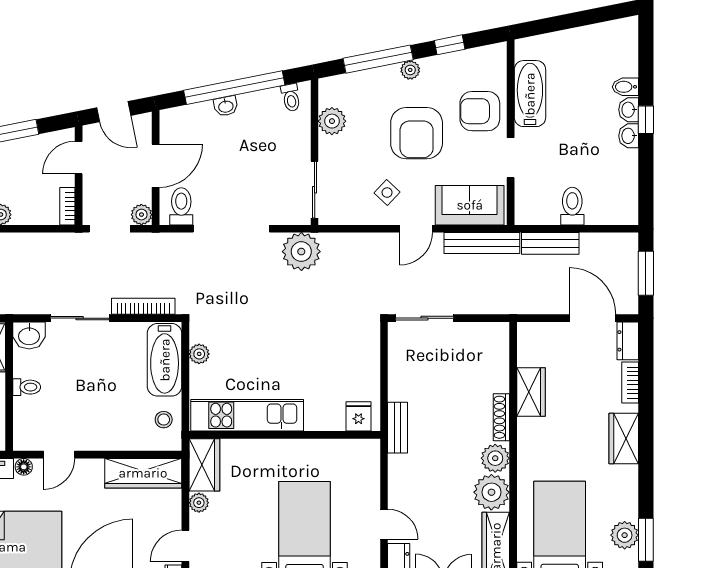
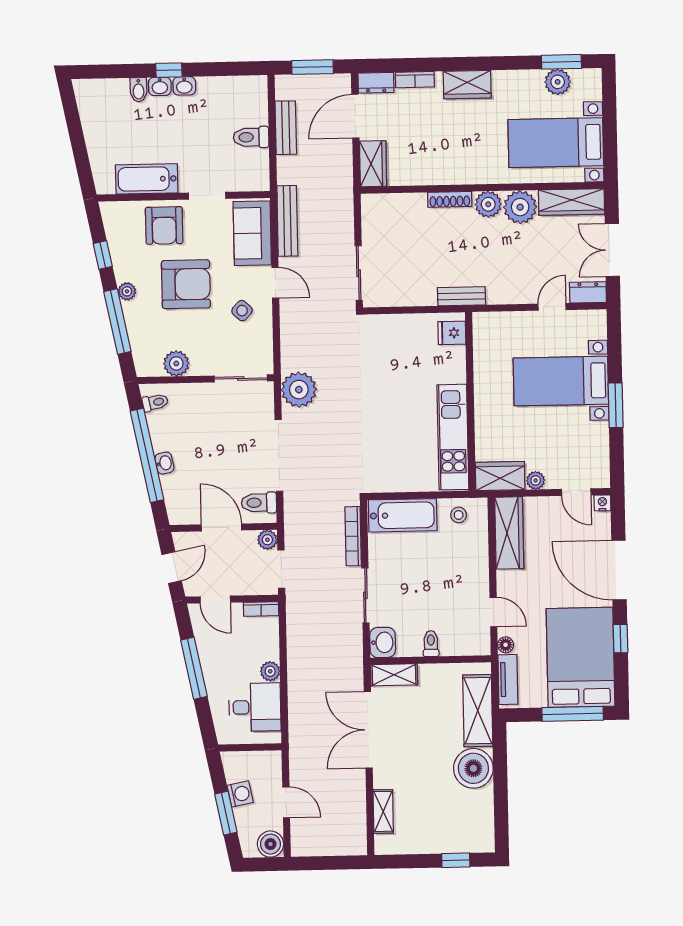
bench: (550, 243) -> (286, 128), moved
plant: (199, 354) -> (397, 483), removed
wardrobe: (531, 392) -> (373, 164), moved, turned 90

